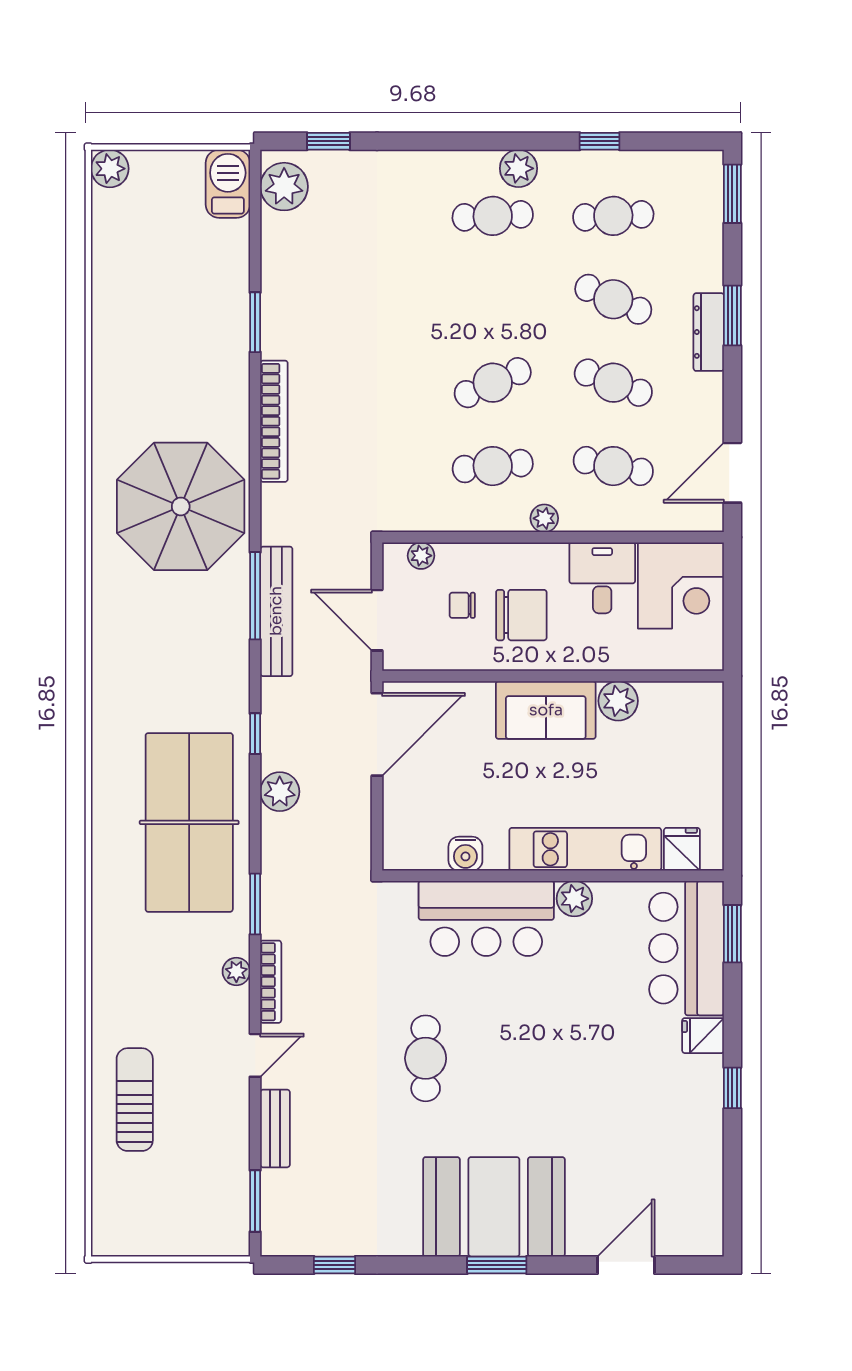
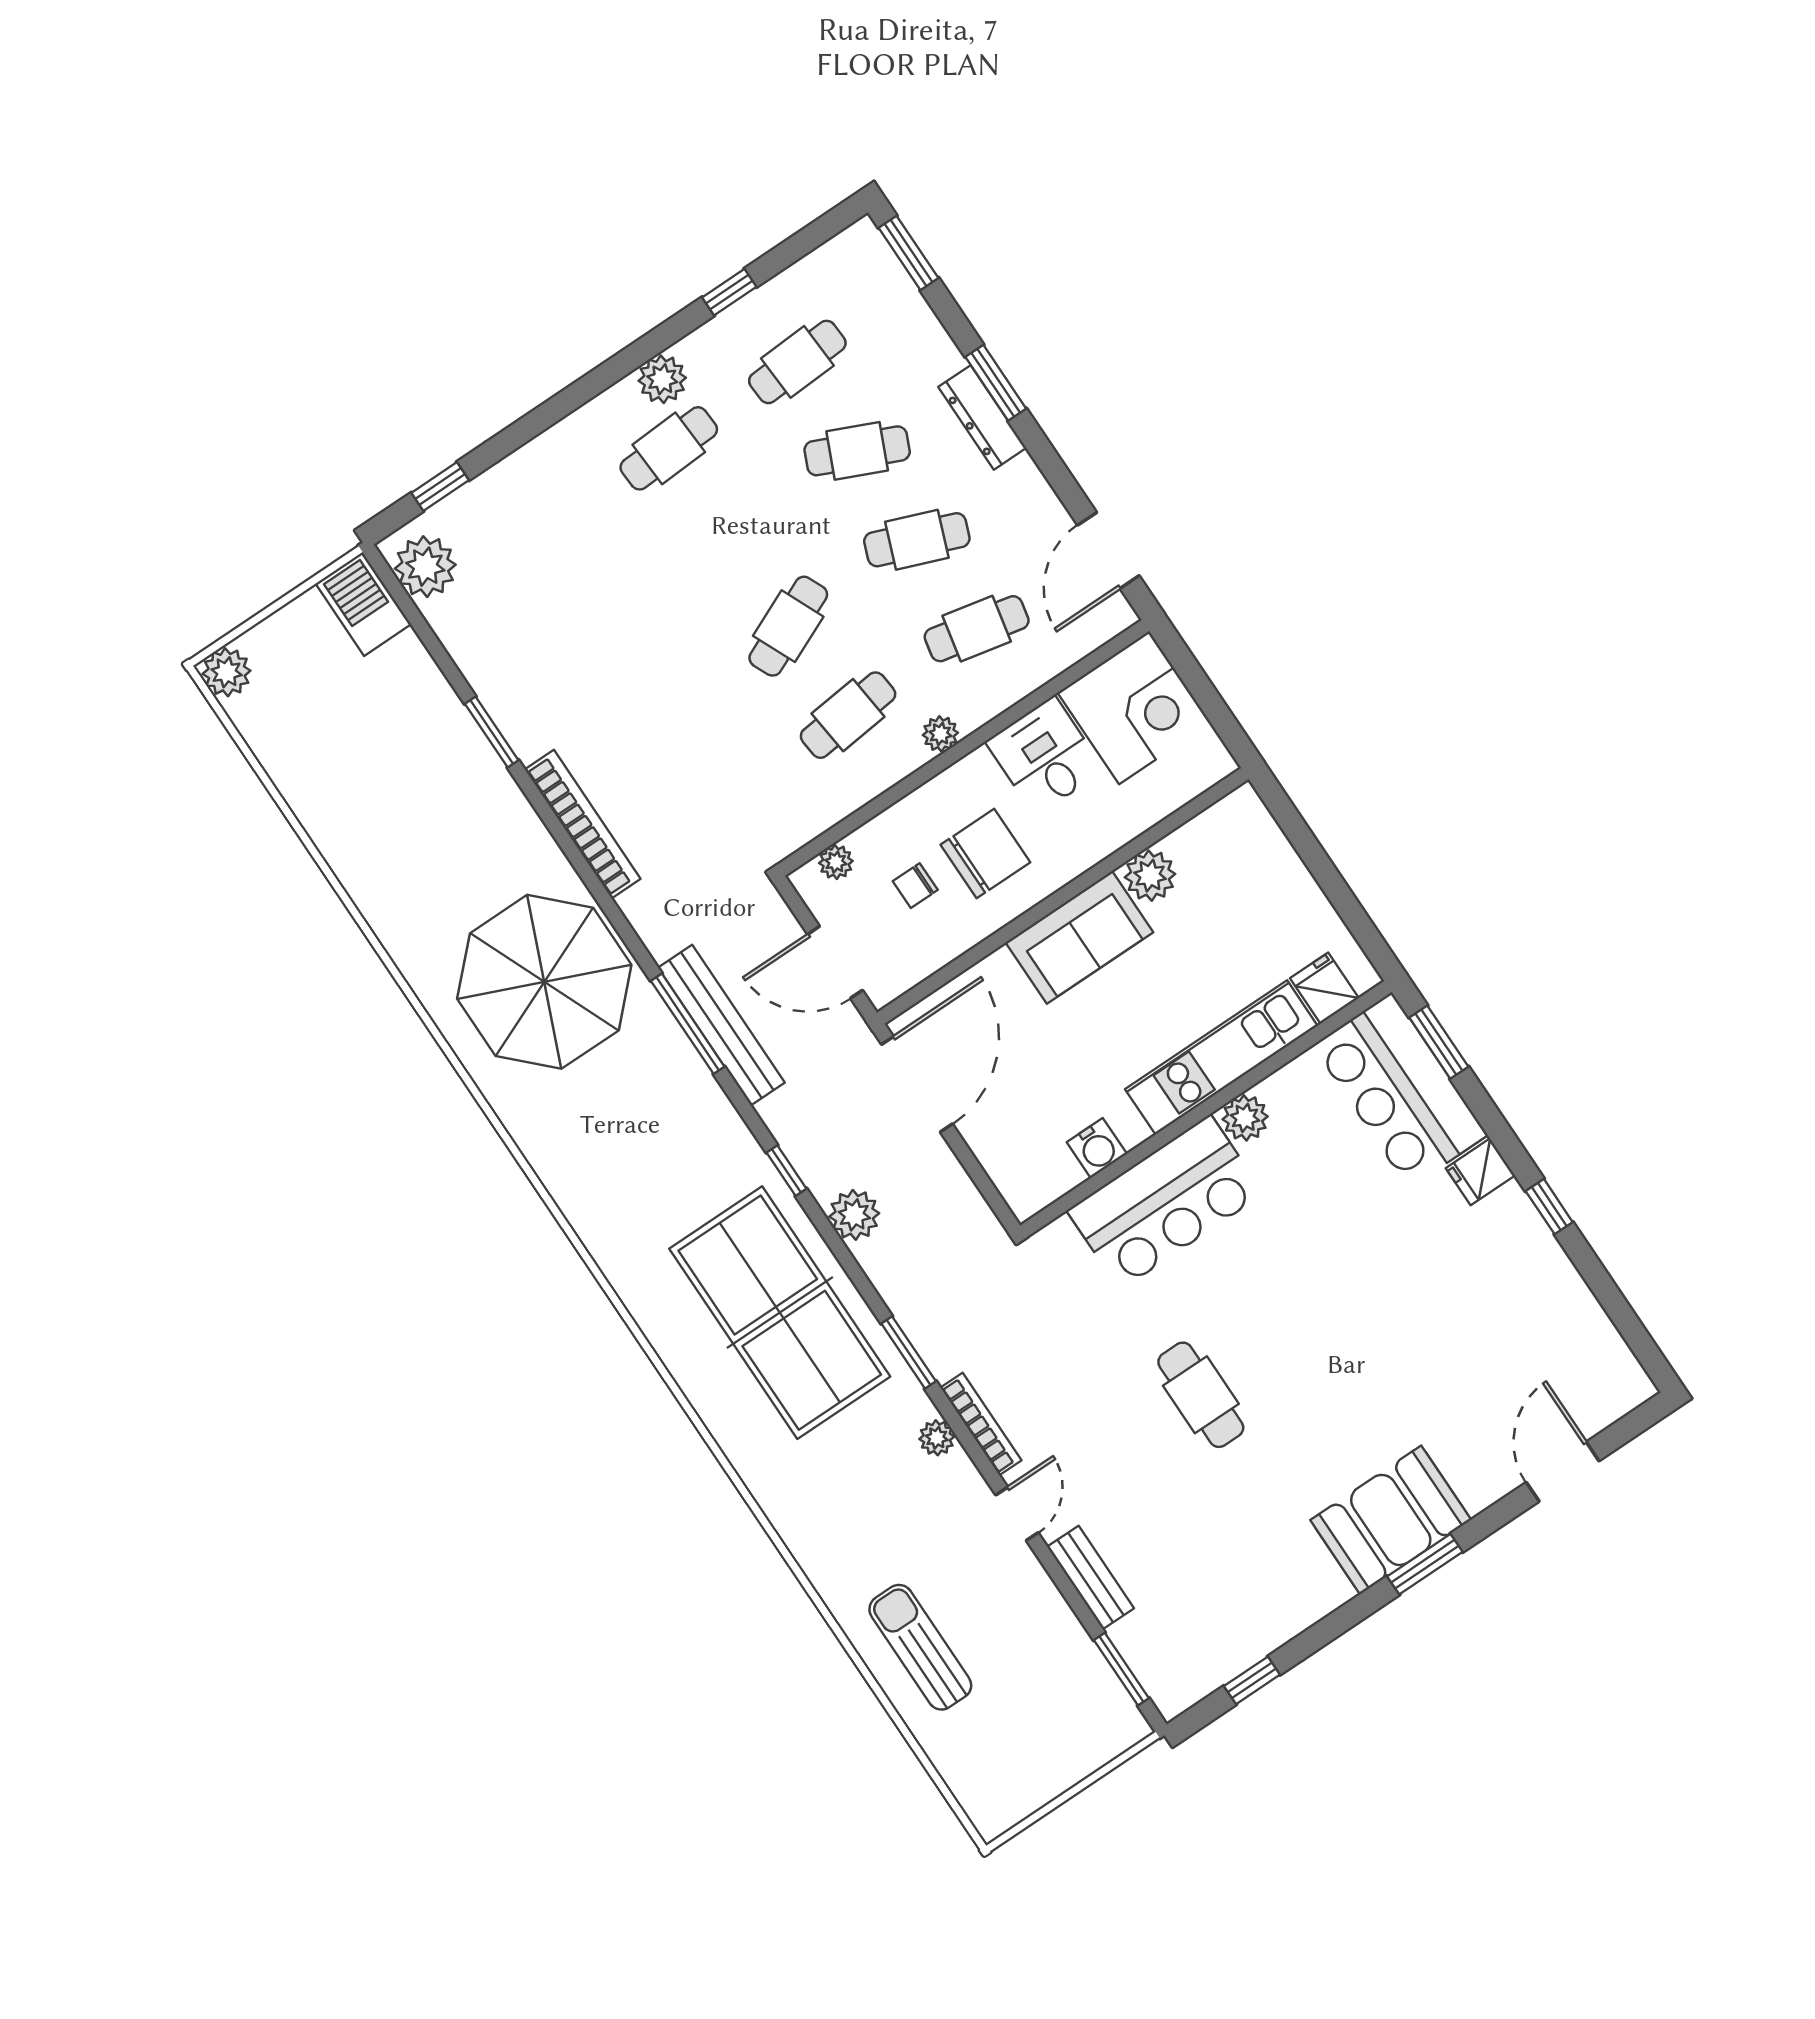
booth: (494, 1207) -> (1391, 1520), width x0.73, depth x0.70

